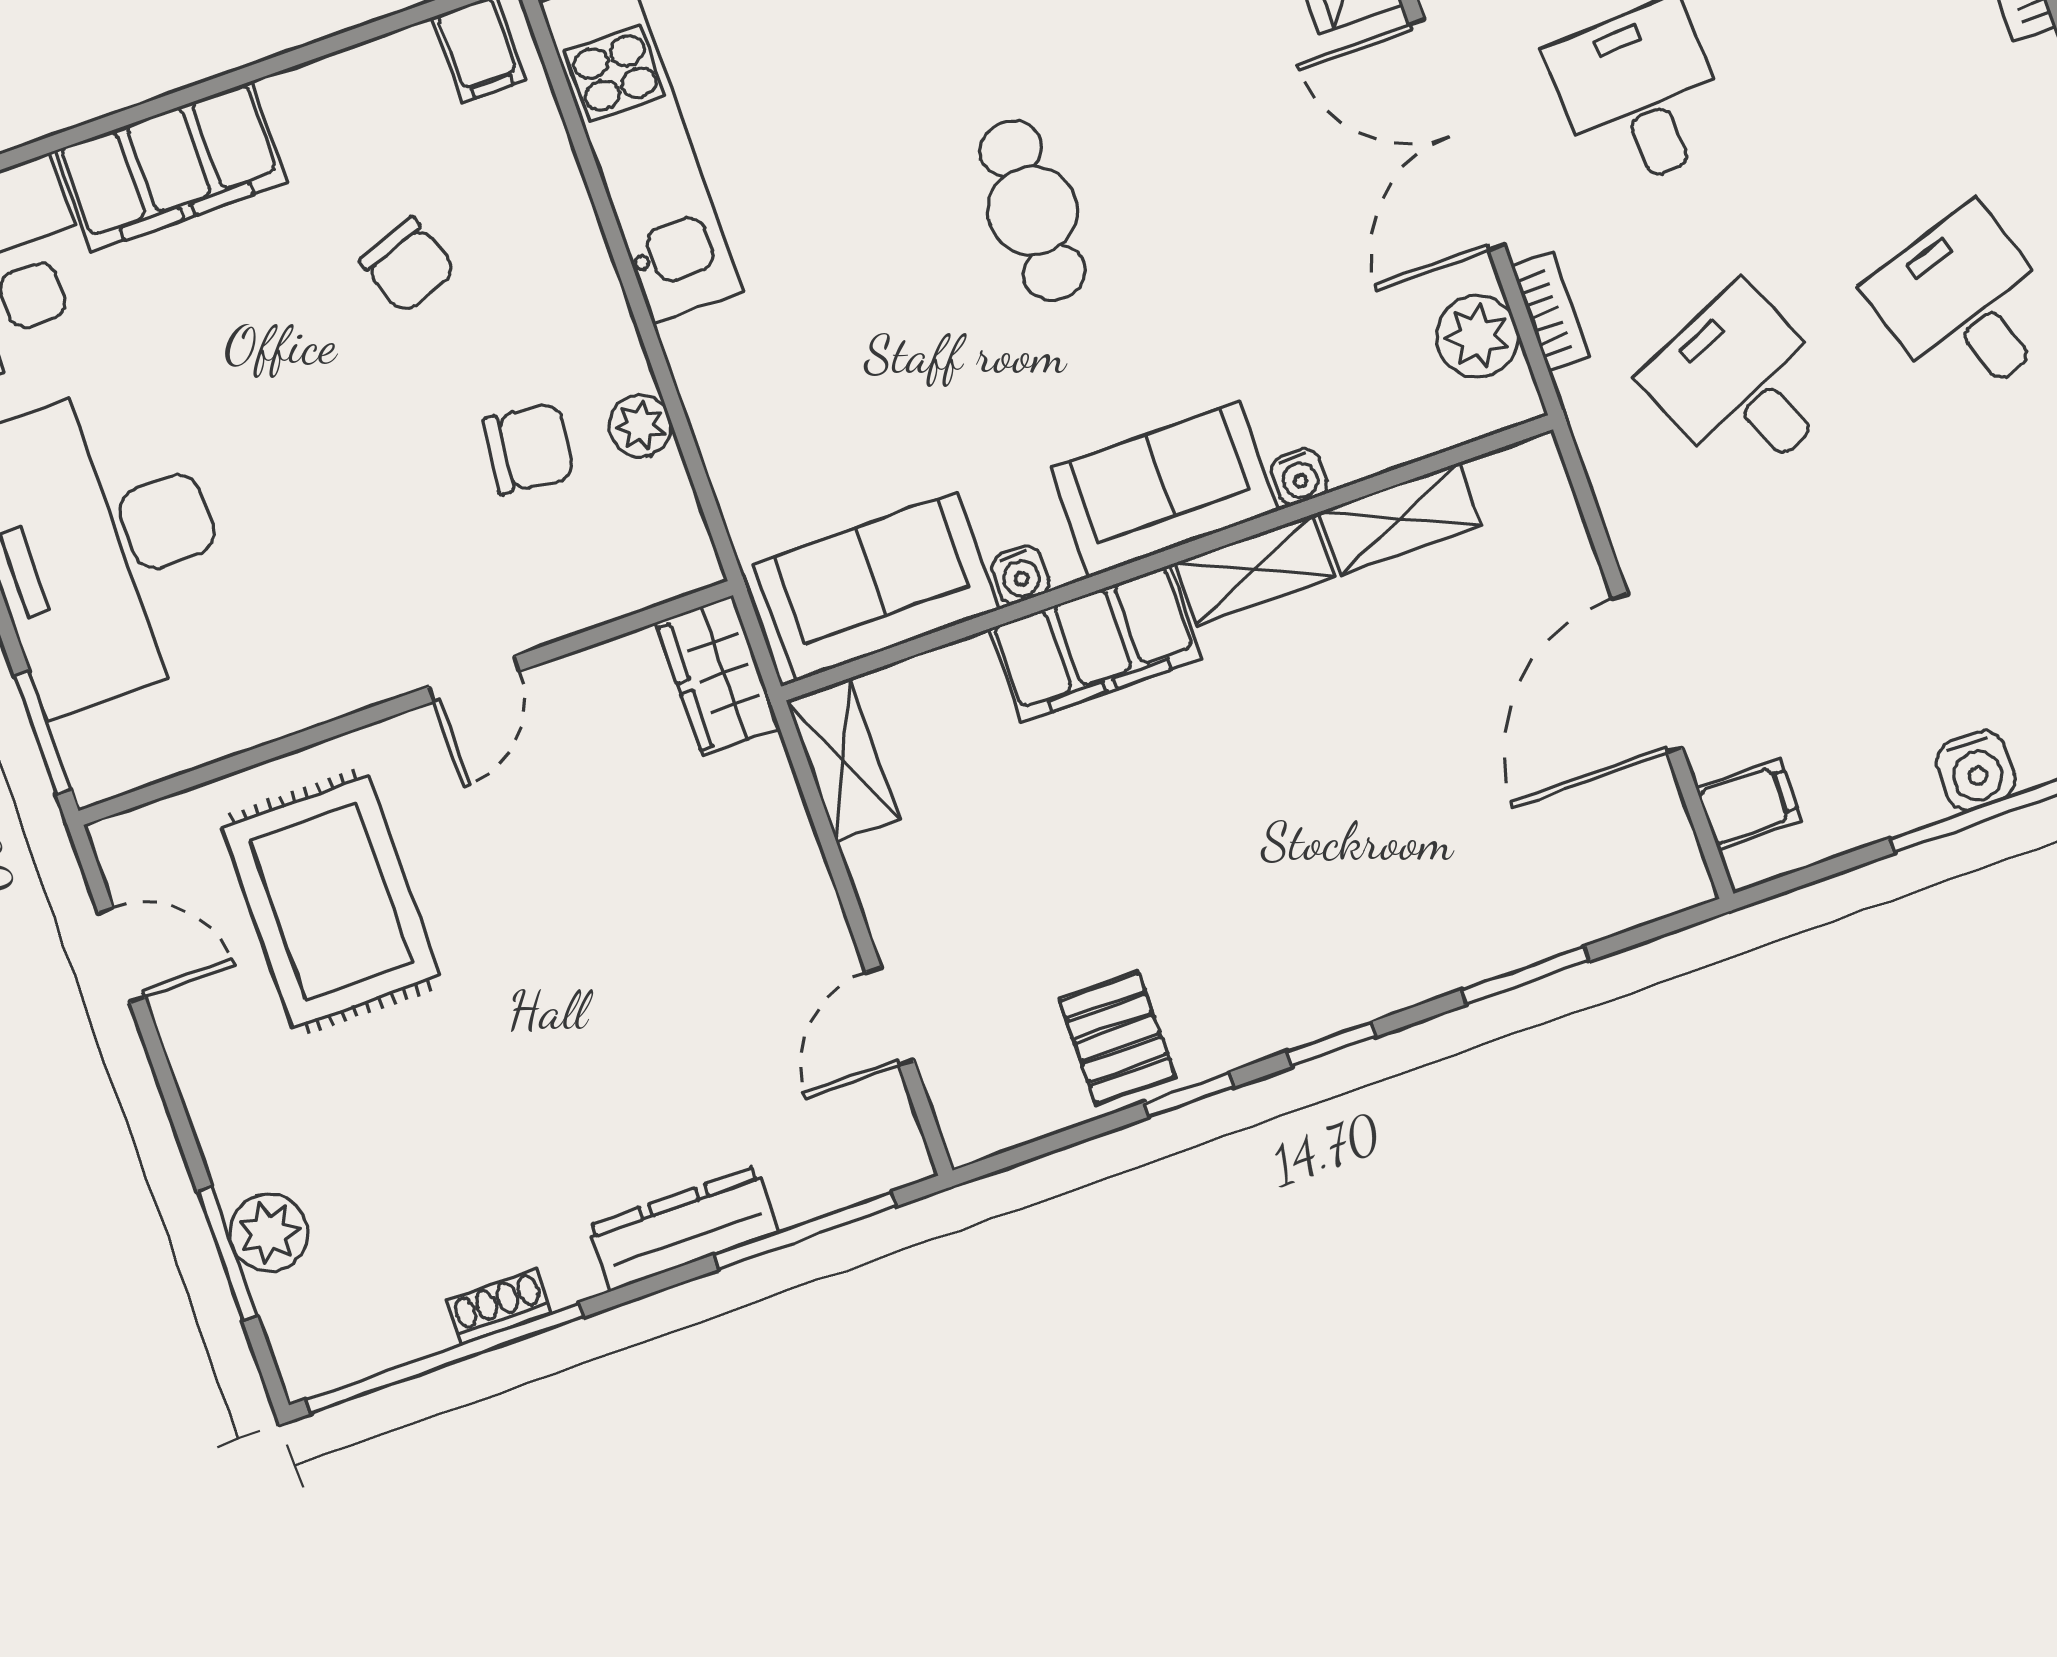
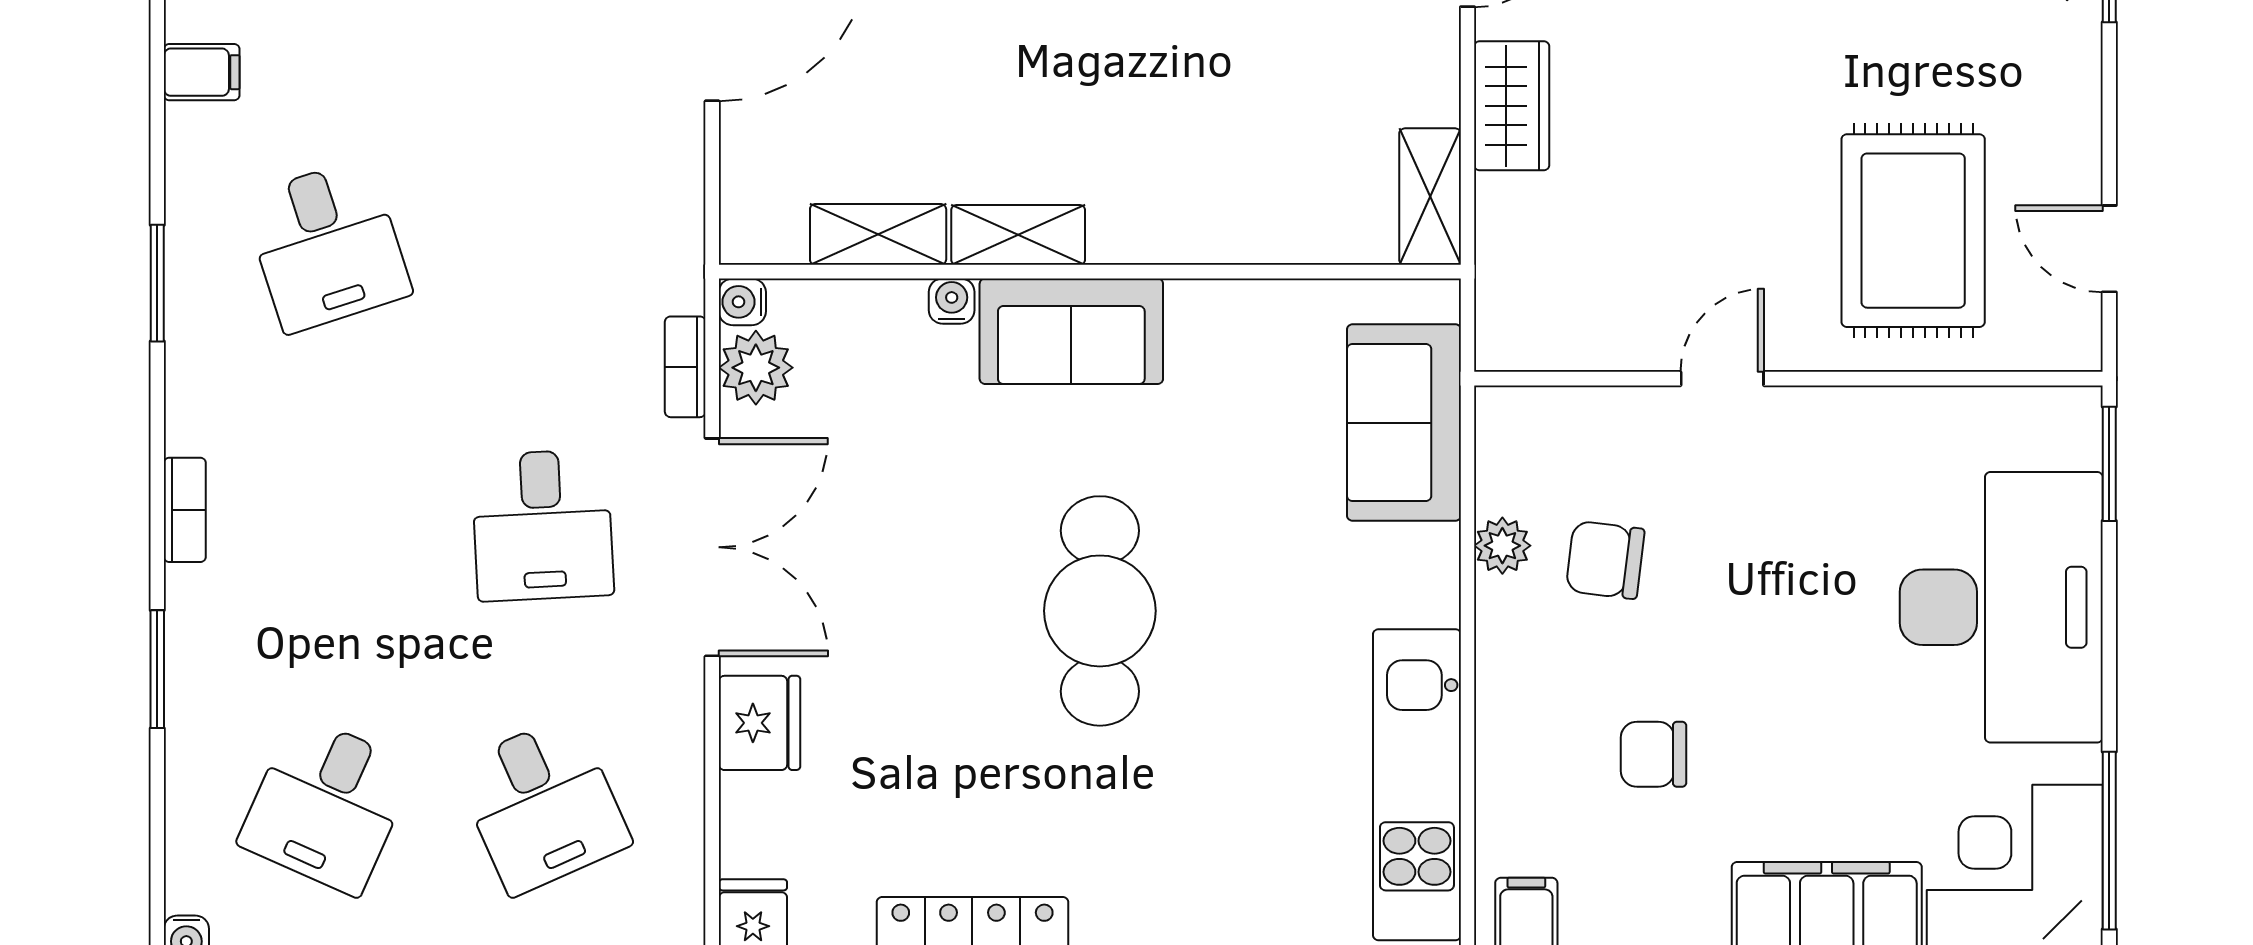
cafe table: (1032, 211) -> (1100, 611), width x1.37, depth x1.35
chair: (408, 265) -> (1654, 754), turned -70
desk: (1743, 385) -> (542, 245), removed
water cooler: (1020, 575) -> (742, 302), moved, turned -90
sofa: (876, 587) -> (1404, 423), moved, turned 90
filing cabinet: (1095, 644) -> (1178, 220), removed
wardrobe: (718, 675) -> (1512, 106), moved

